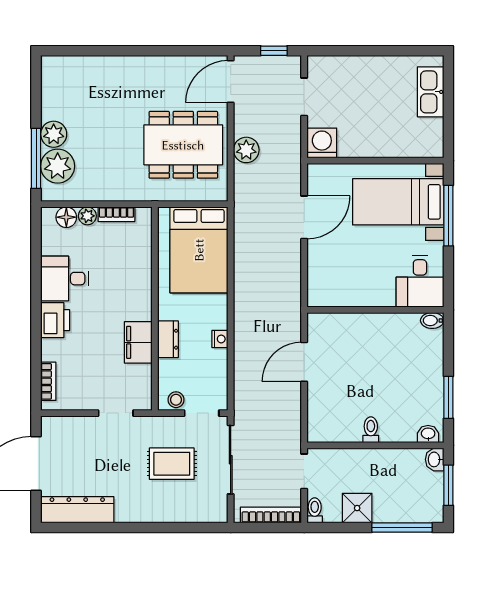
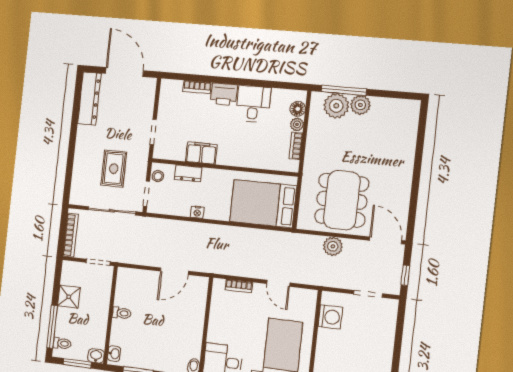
washing machine: (322, 143) -> (330, 317), moved
door: (304, 217) -> (278, 283), width x0.73
bookcase: (314, 271) -> (239, 286), added
dresser: (168, 339) -> (188, 173), moved
door: (304, 362) -> (174, 271), swing flipped
bookcase: (48, 381) -> (197, 87), moved
toilet: (315, 510) -> (62, 343), moved

